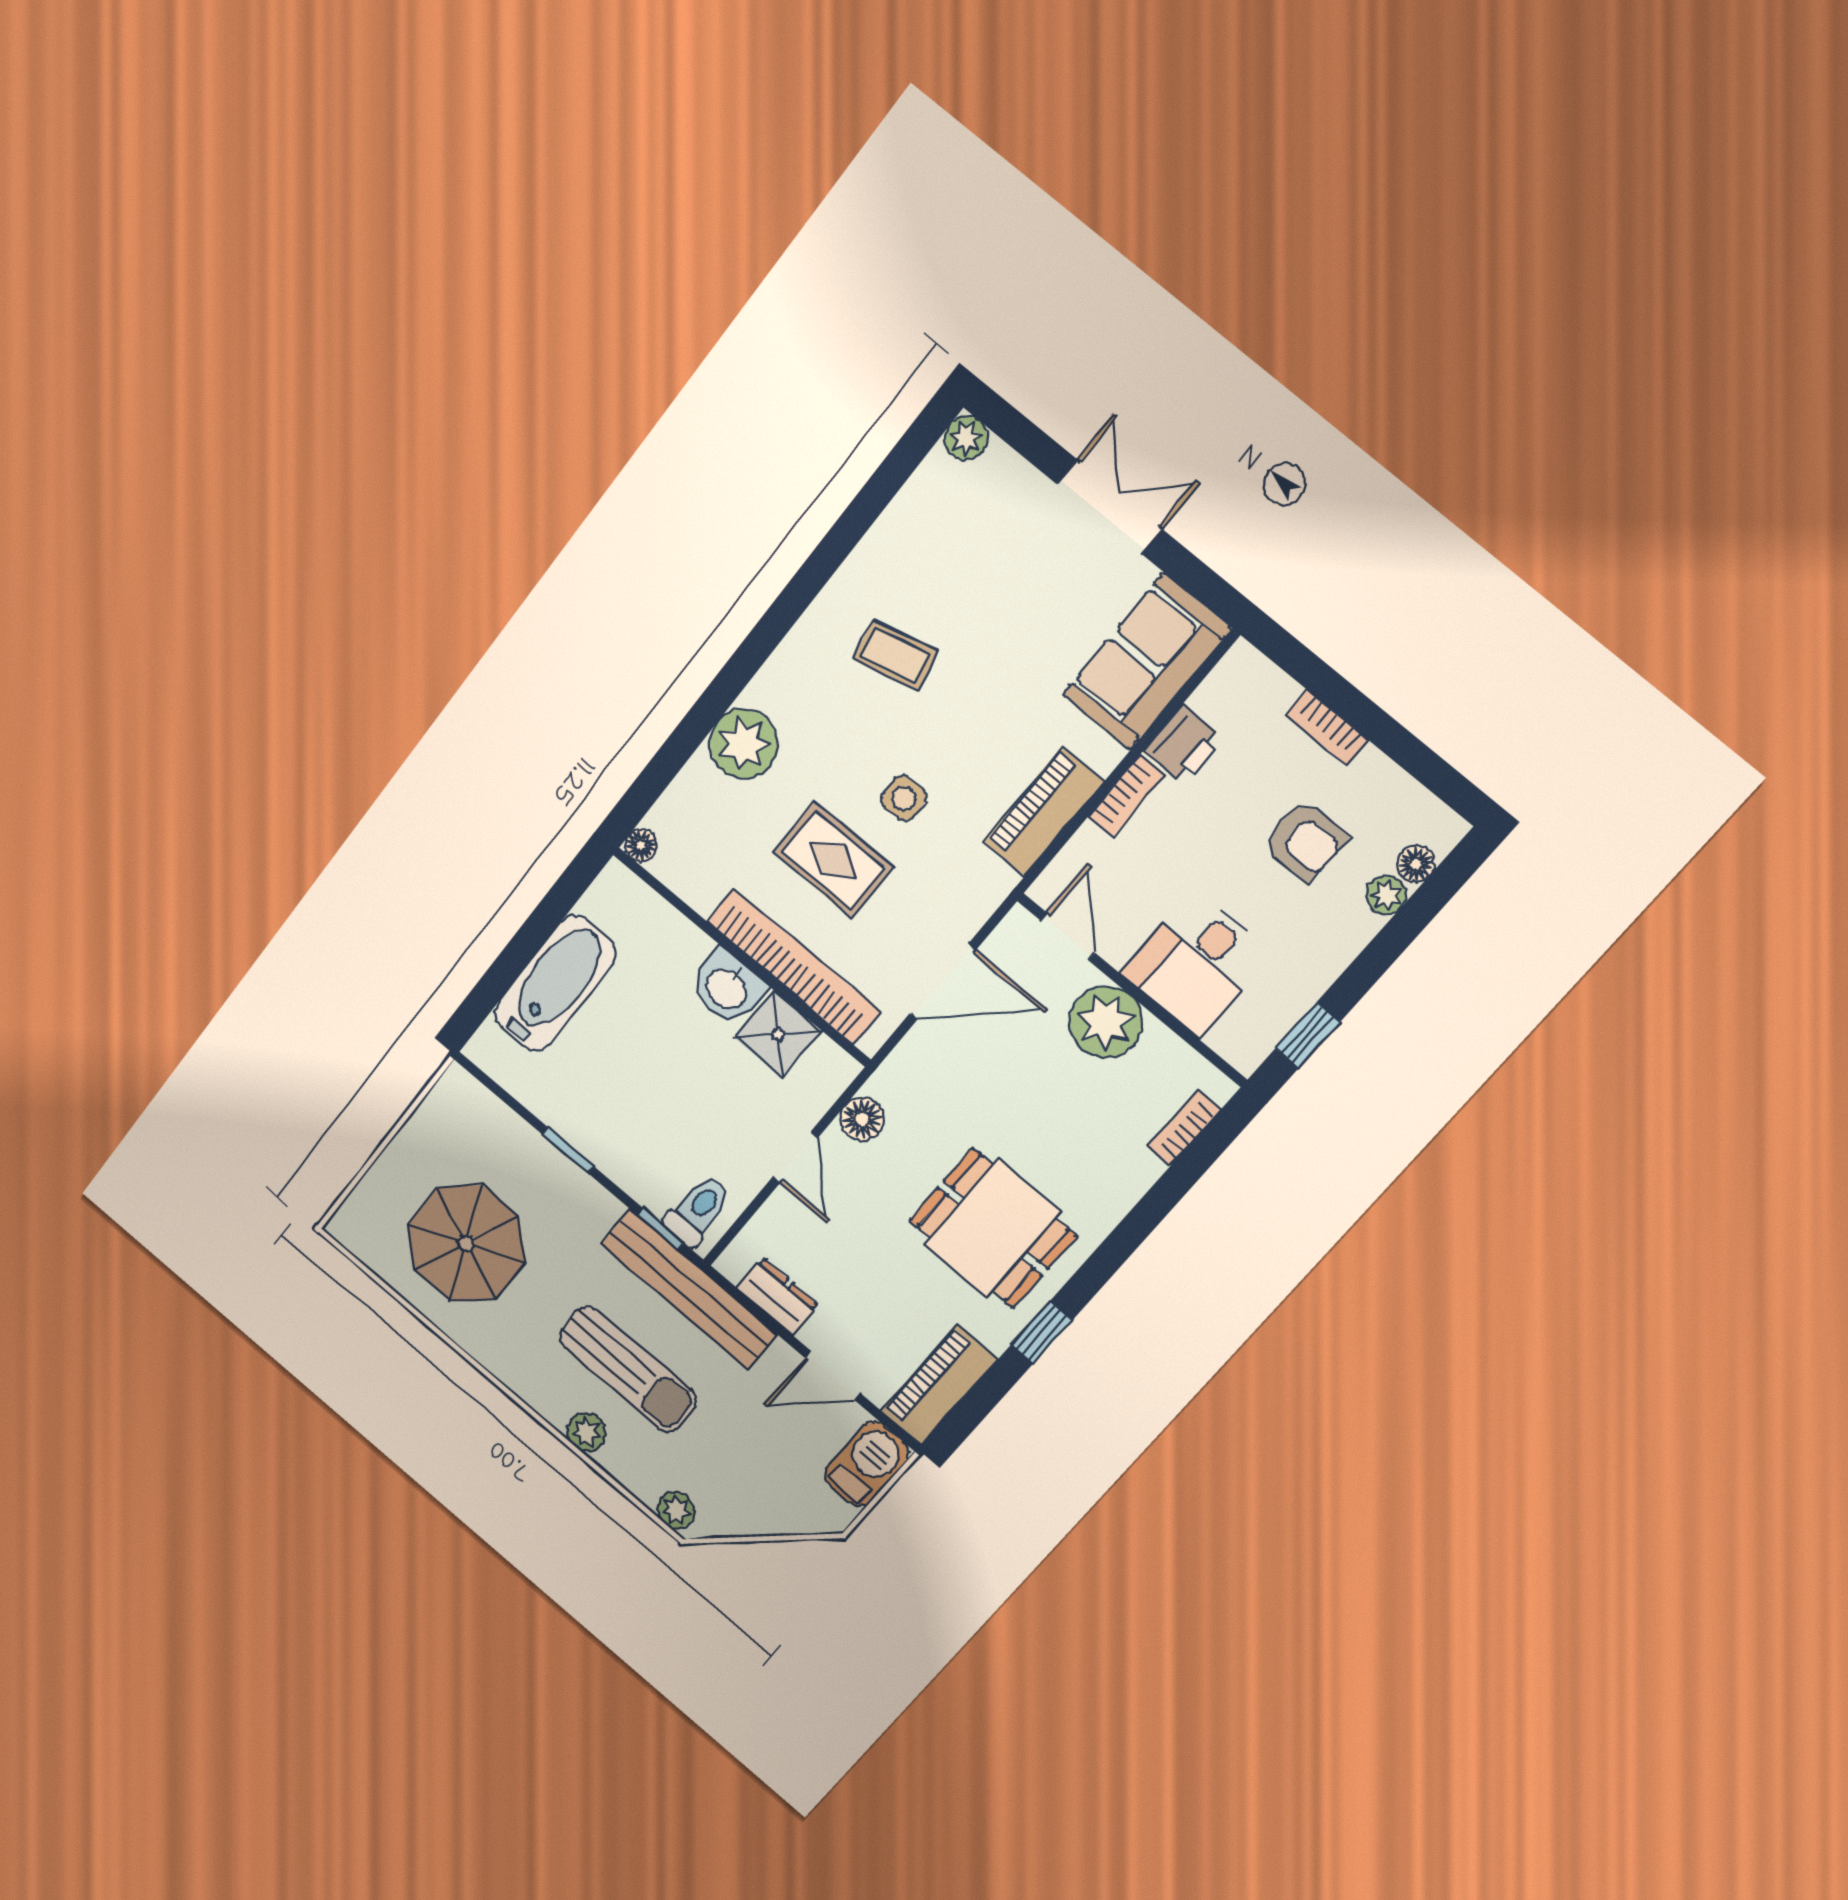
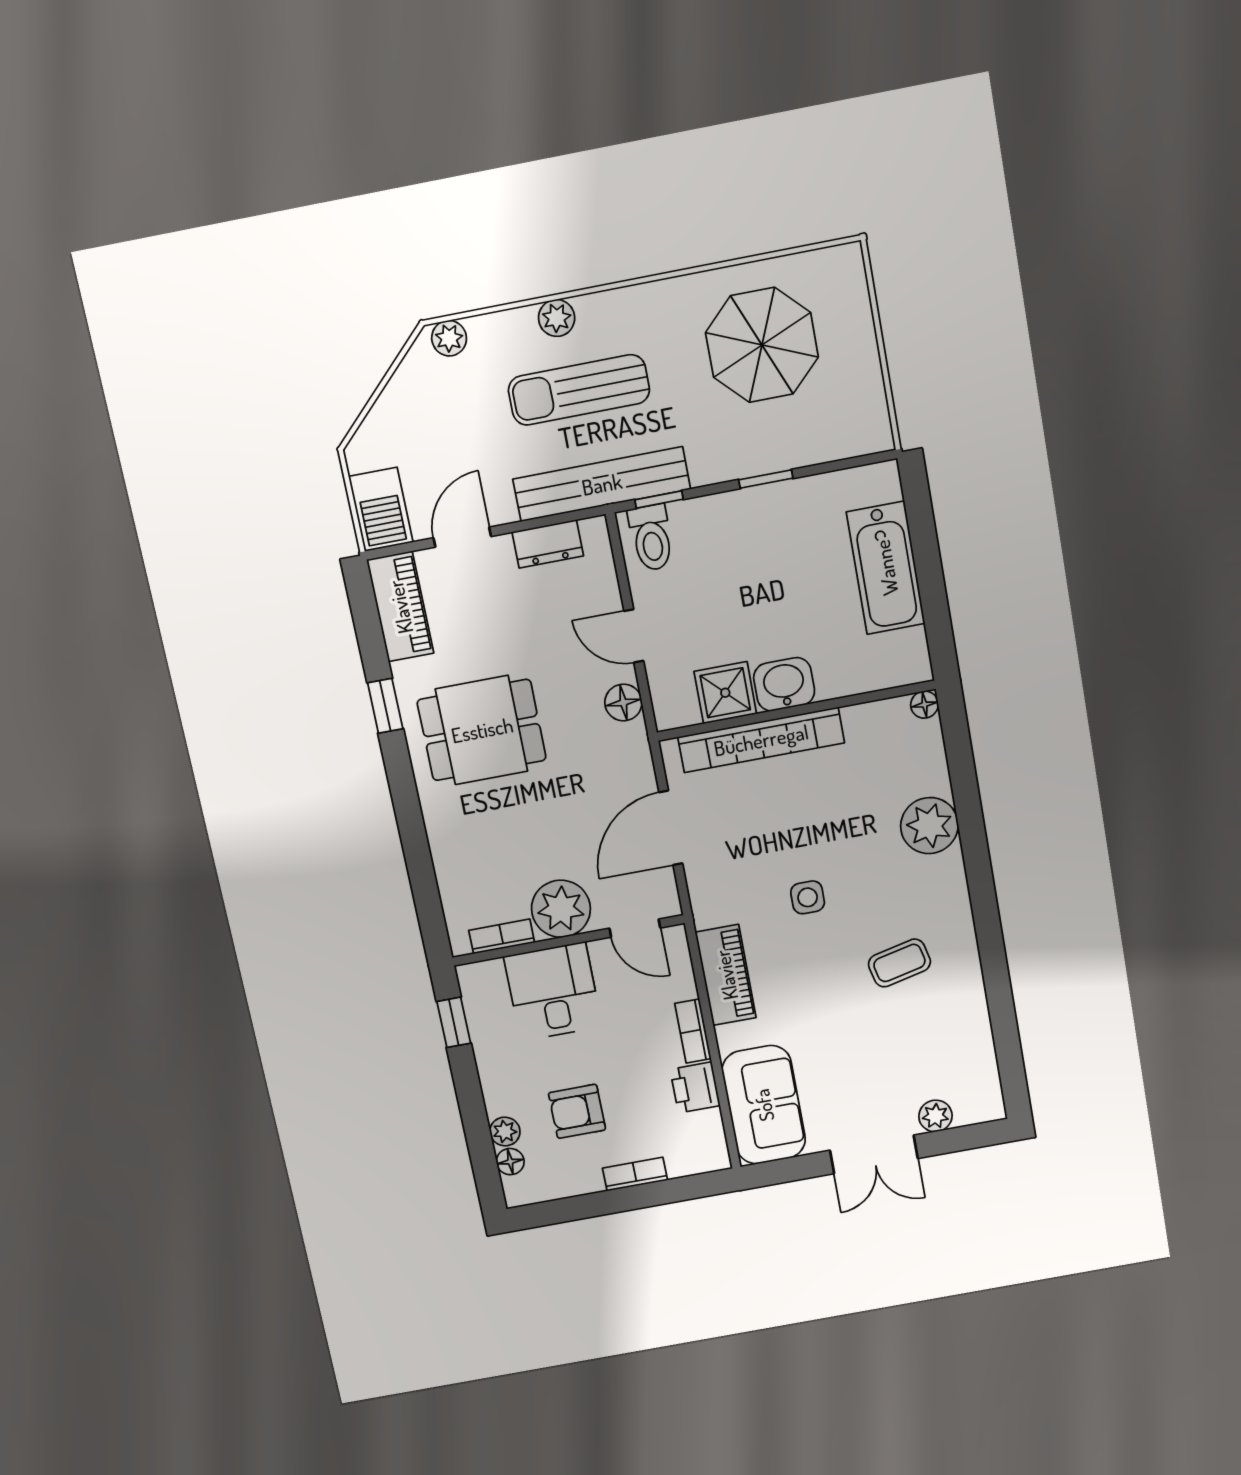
plant: (966, 438) -> (935, 1116), moved
rug: (833, 860) -> (808, 822), removed
bookcase: (1184, 1128) -> (502, 936), moved, turned -90

